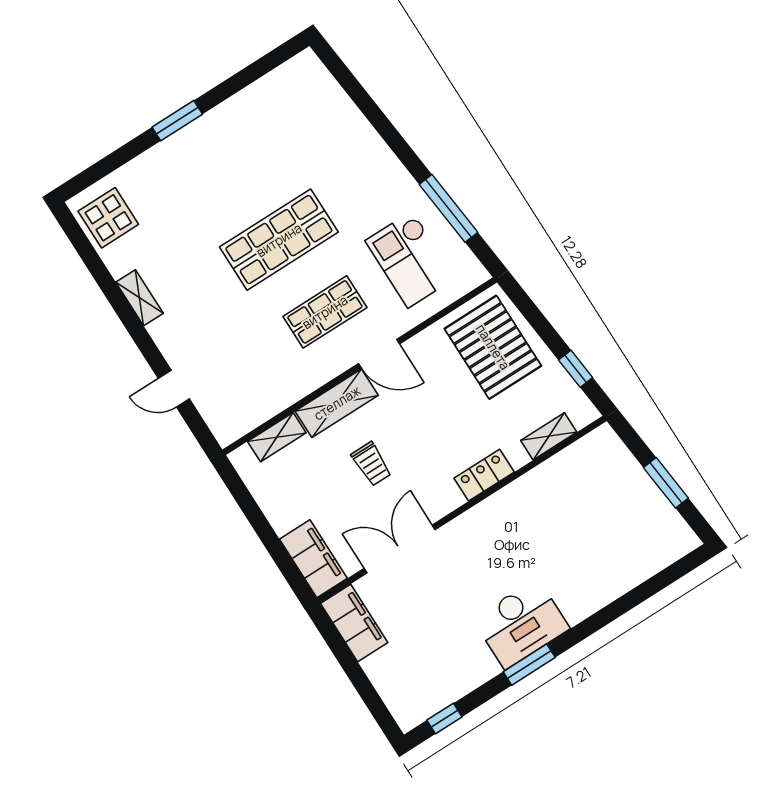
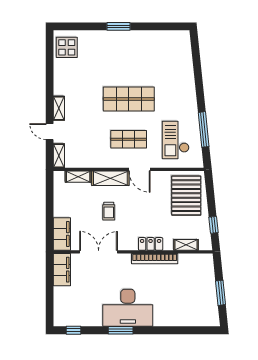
shelving: (139, 298) -> (59, 108), moved
shelving: (218, 422) -> (59, 156), added
bookcase: (508, 497) -> (155, 259), added
desk: (521, 624) -> (128, 308), width x1.36, depth x1.30

